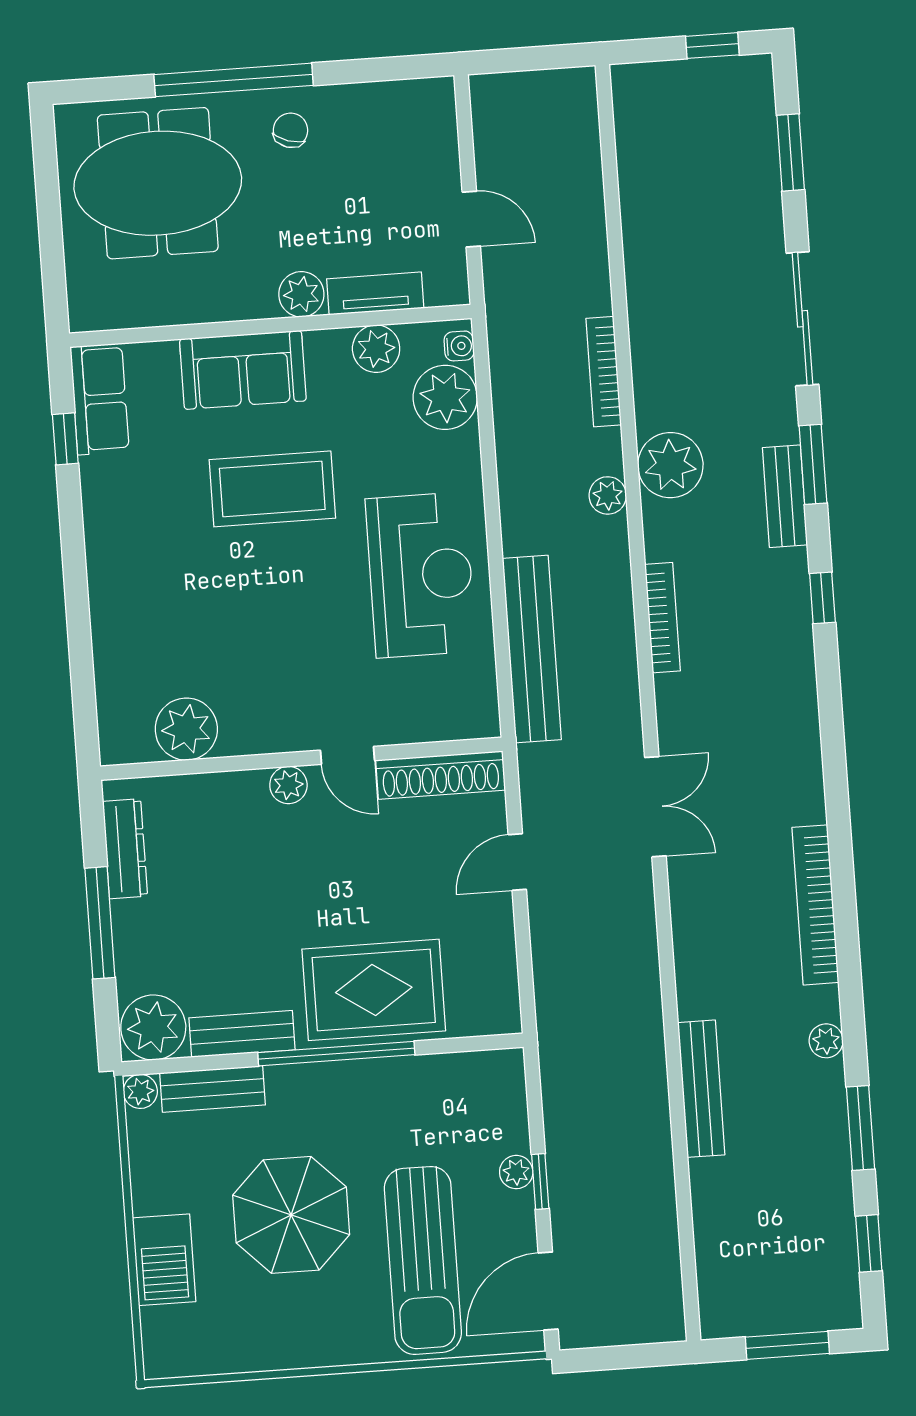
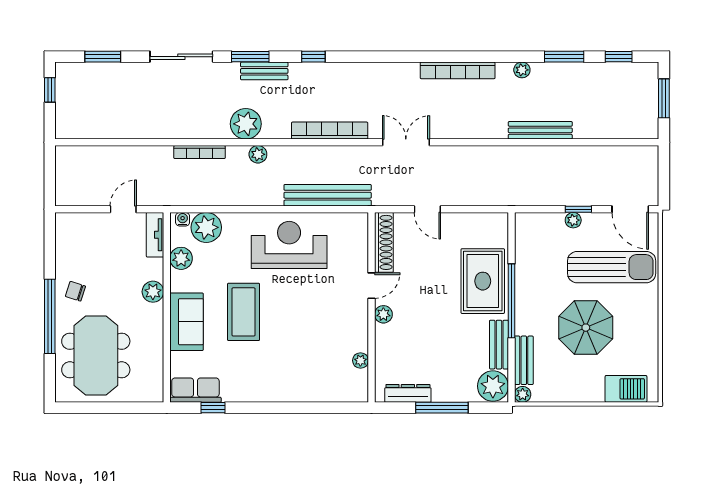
tv unit: (375, 293) -> (155, 235), moved
bookcase: (663, 618) -> (330, 131), width x1.48, depth x1.31
plant: (186, 729) -> (360, 360), width x0.53, depth x0.53
barbecue: (164, 1260) -> (626, 389), moved

